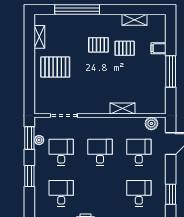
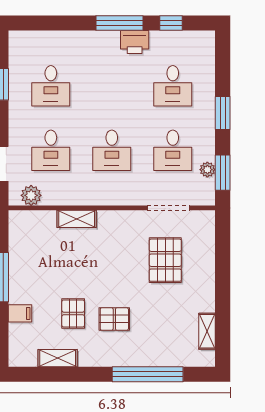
pallet: (125, 48) -> (73, 313), turned 90
pallet: (55, 67) -> (165, 260), moved, turned 90

